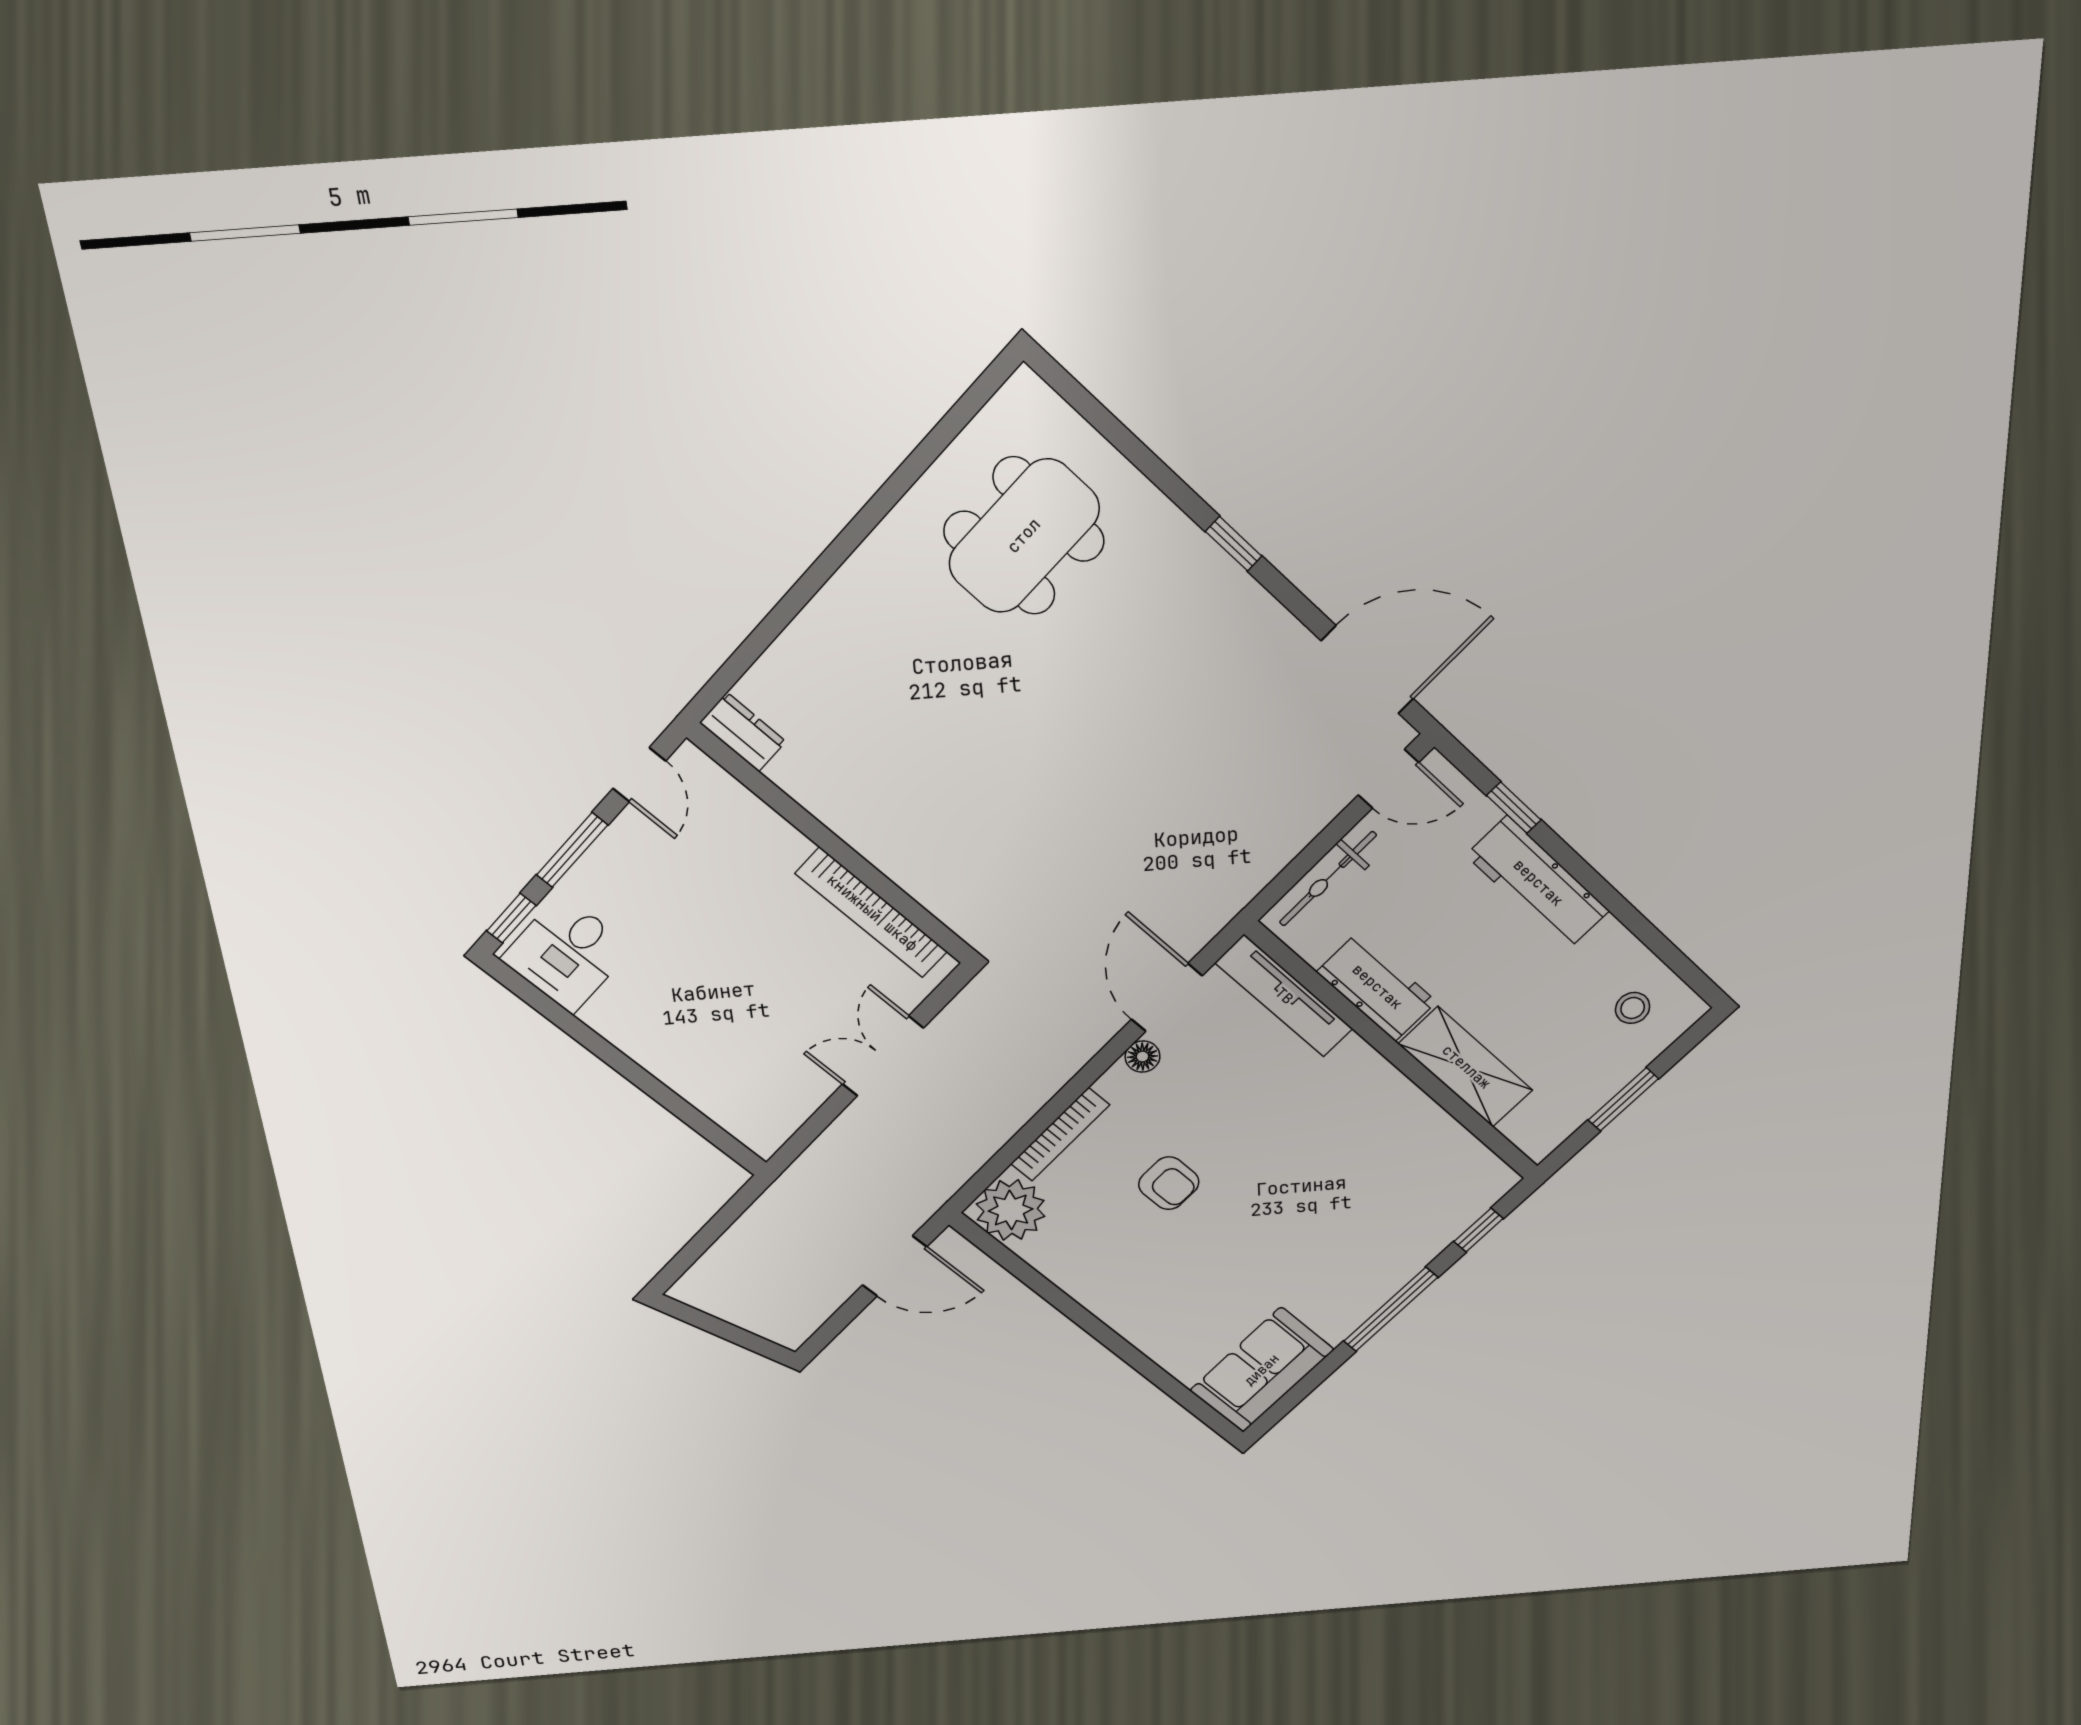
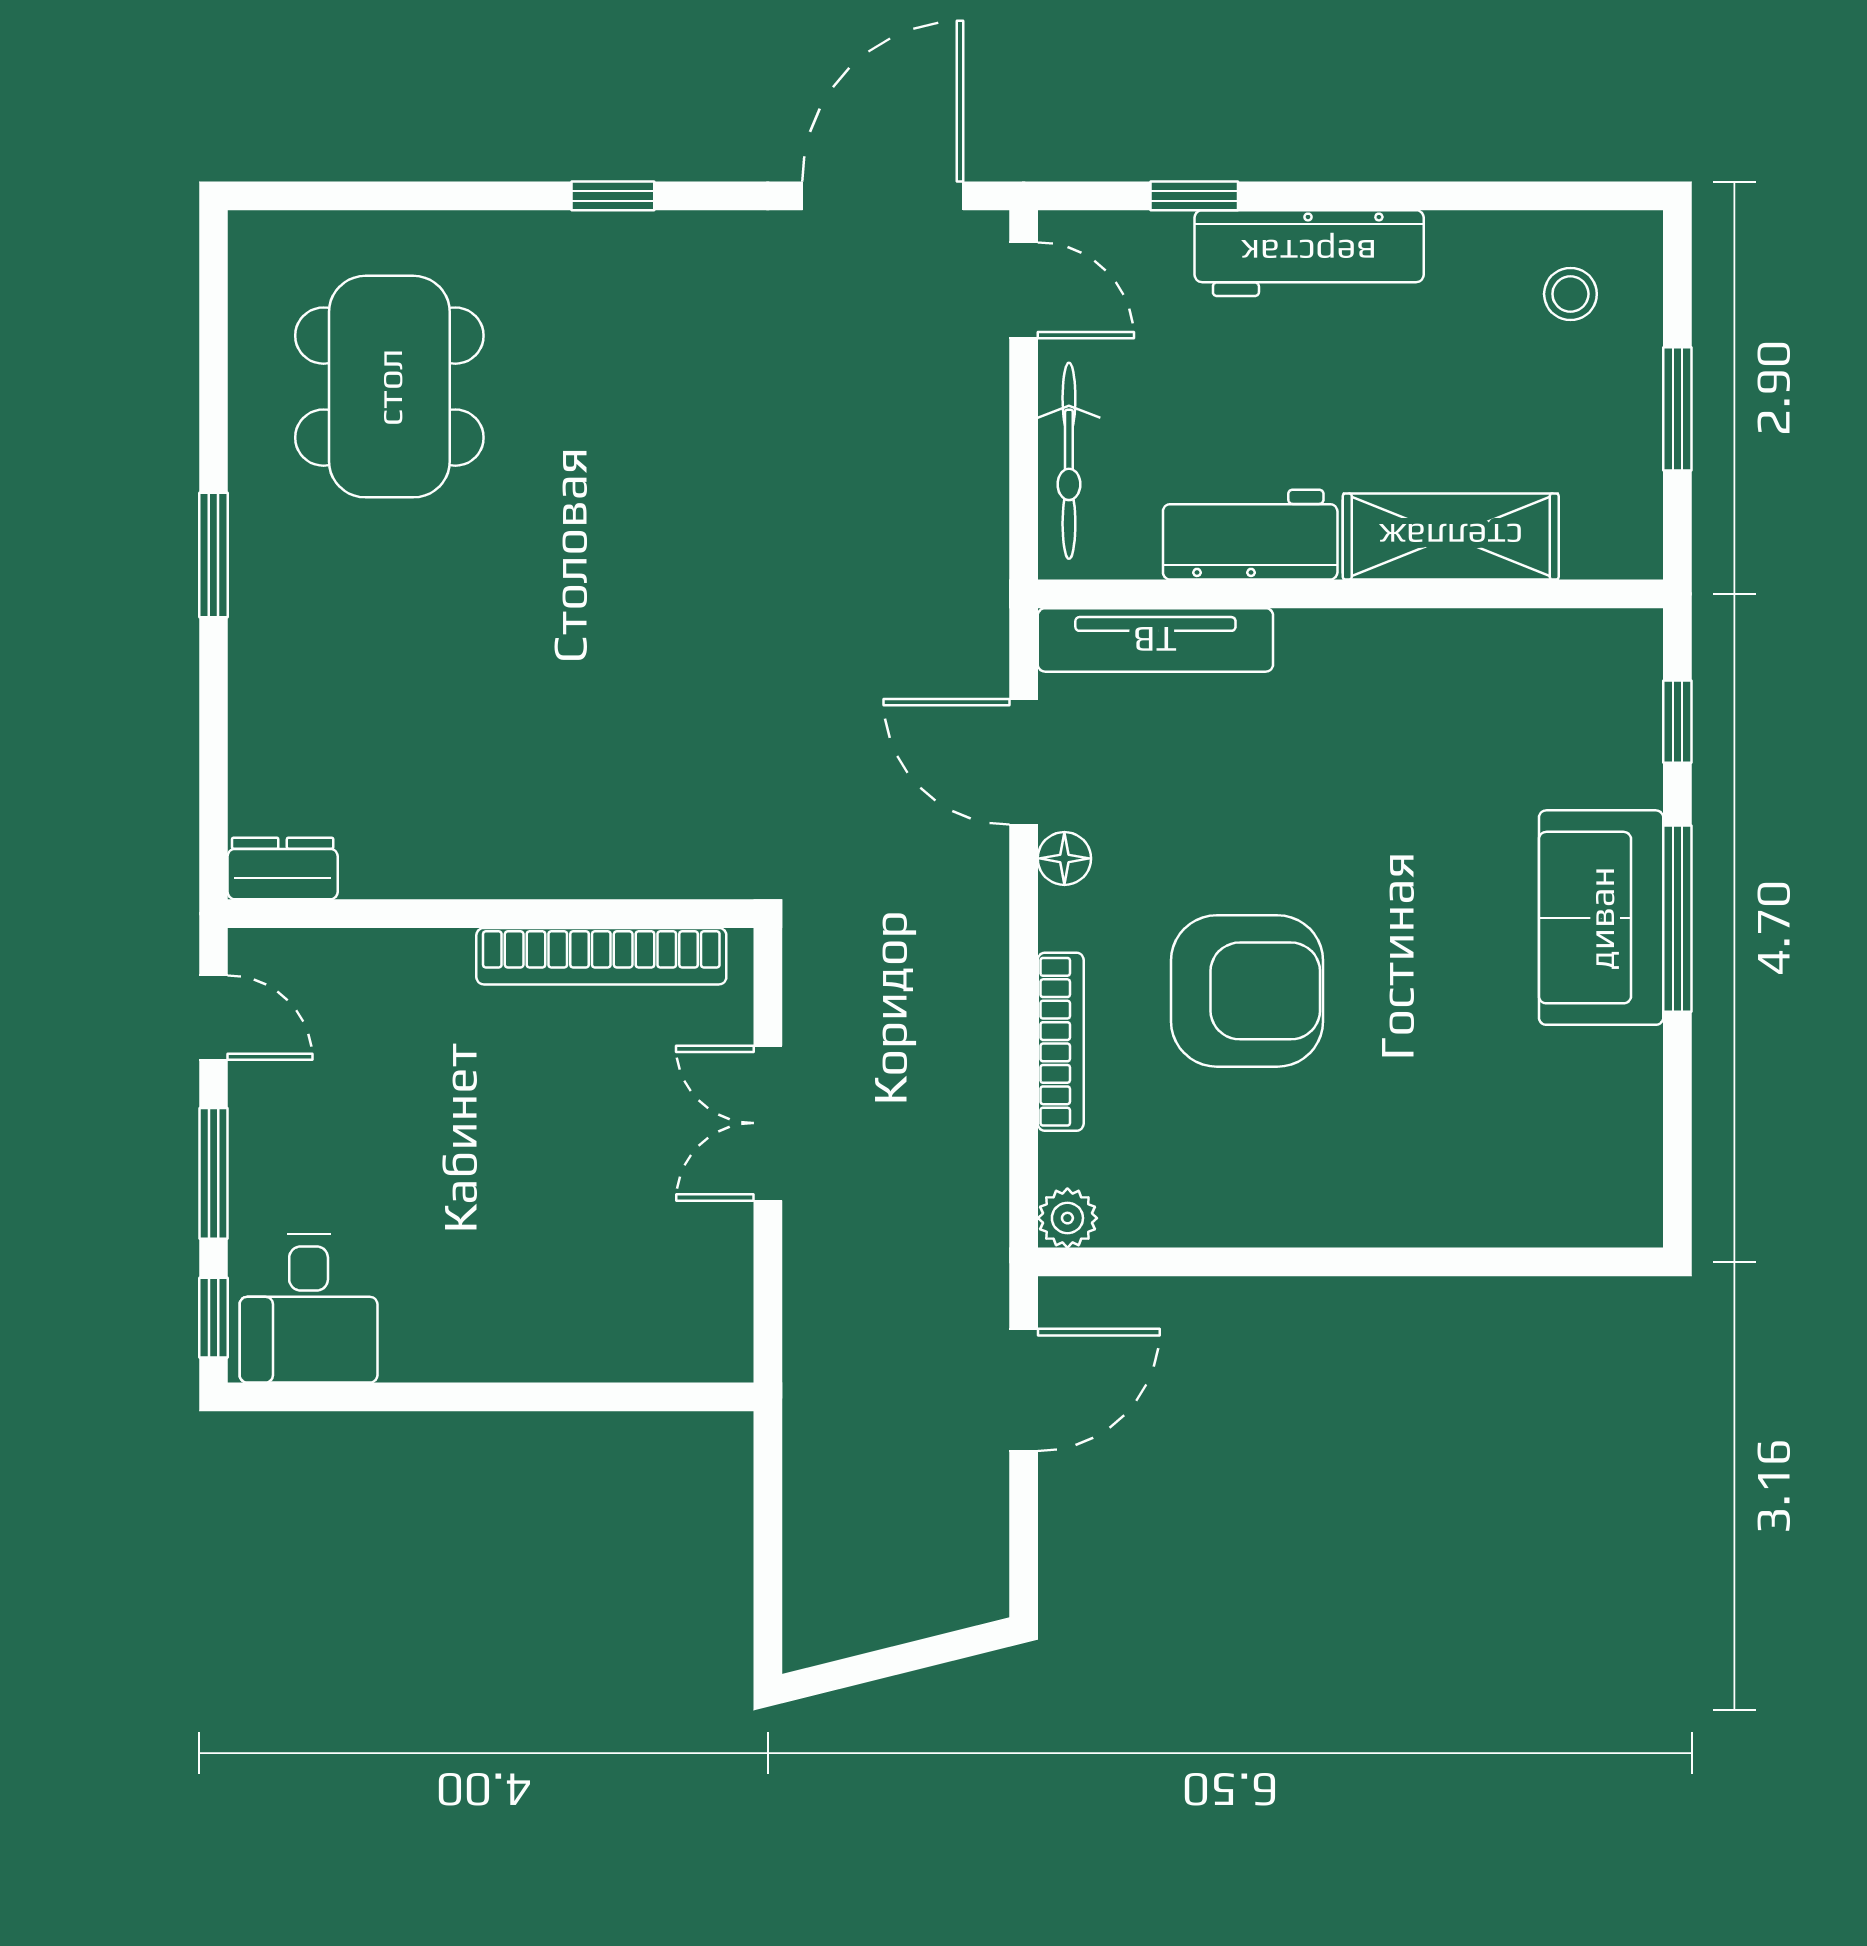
window: (849, 540) -> (213, 555), added
door: (1388, 779) -> (1024, 290), hinge flipped
armchair: (1169, 1183) -> (1247, 991), width x1.88, depth x1.88
plant: (1011, 1210) -> (1067, 1218), width x0.53, depth x0.53
sofa: (1262, 1370) -> (1601, 918), moved

